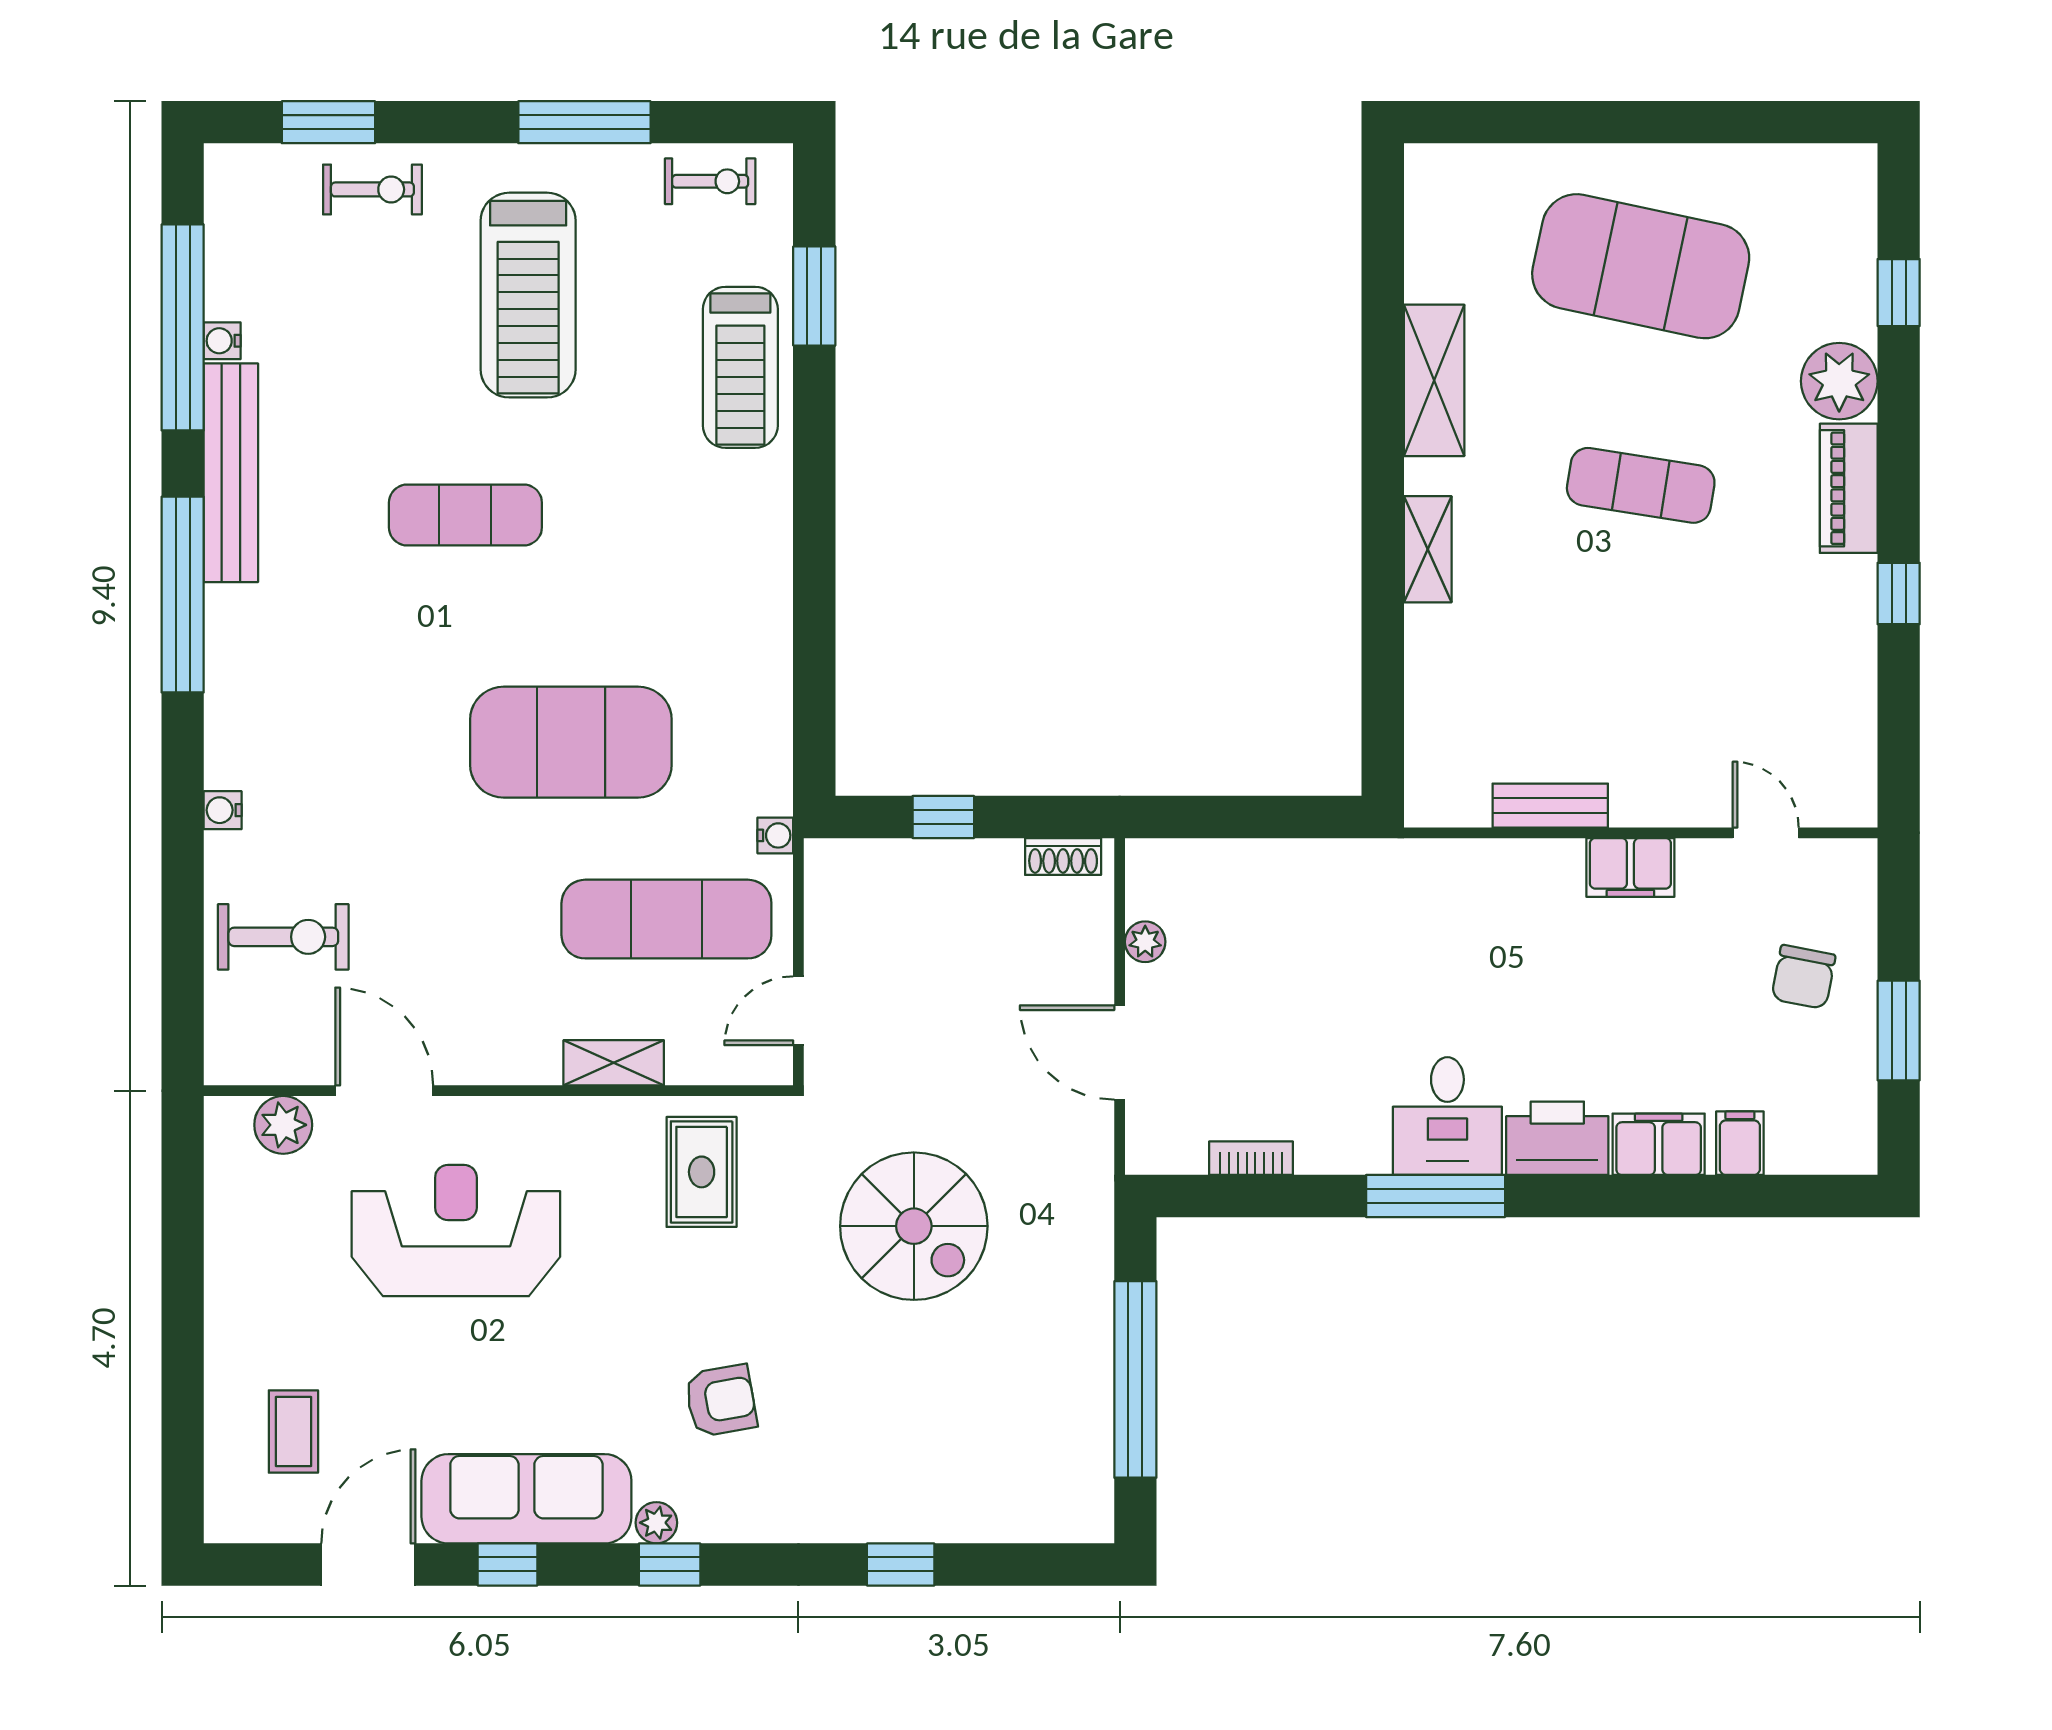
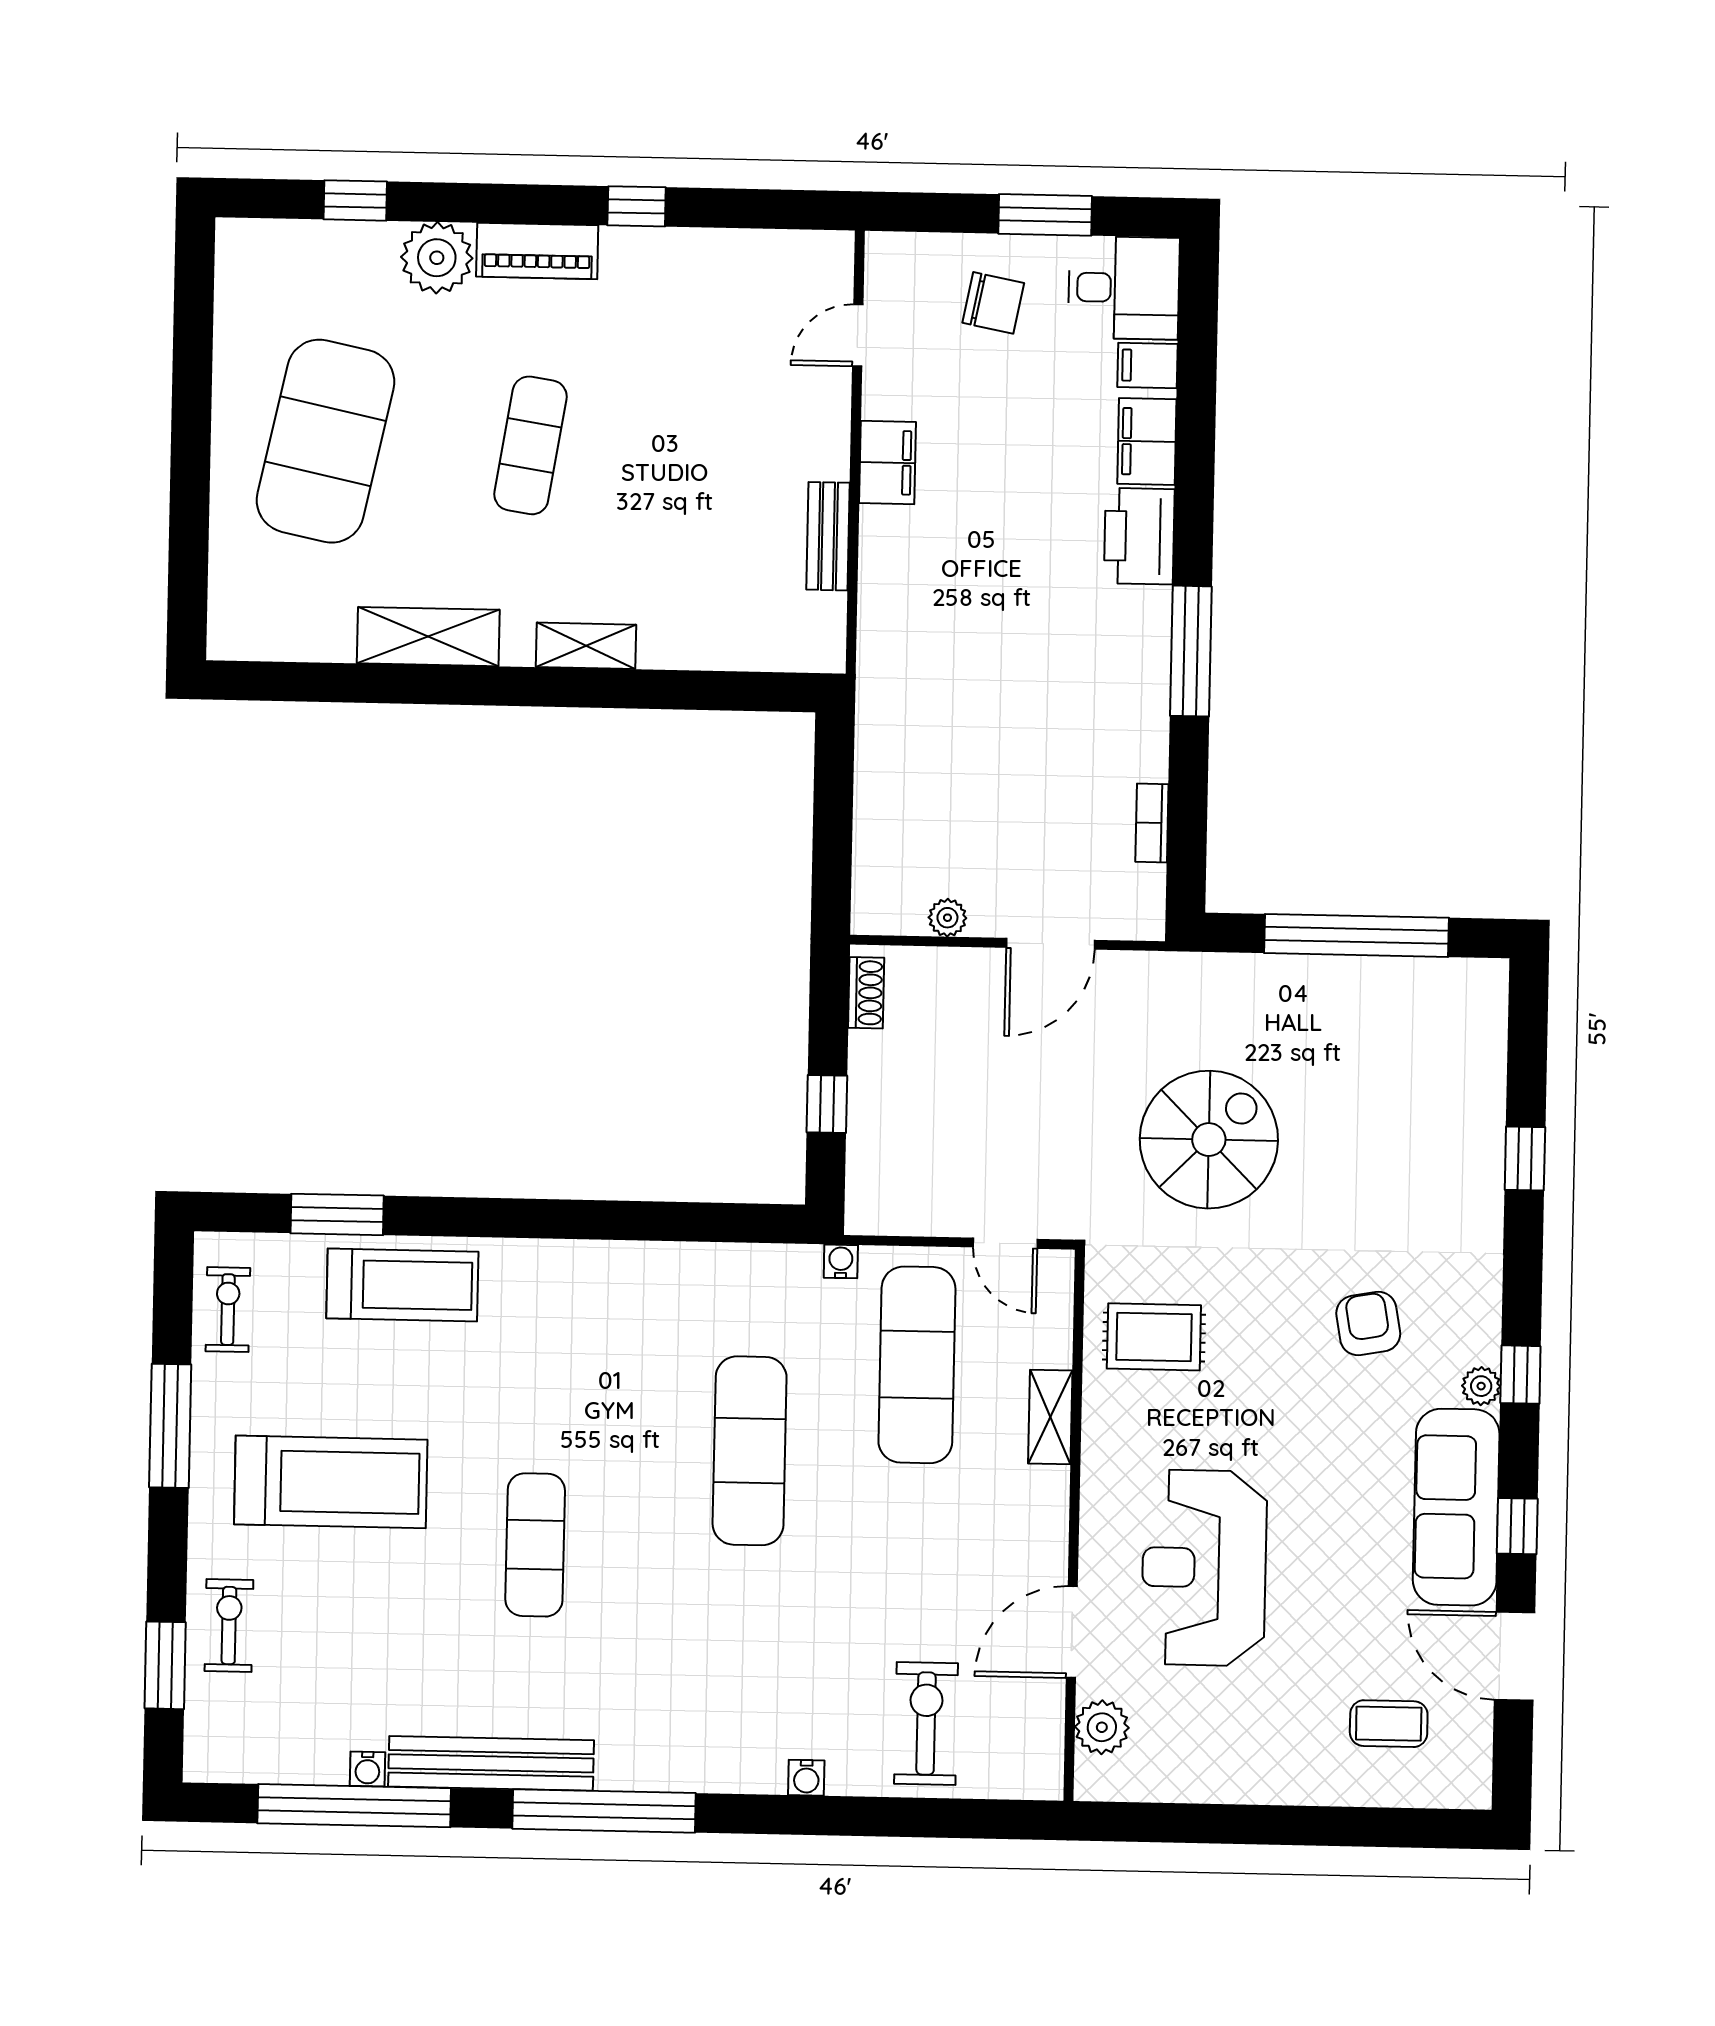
exercise mat: (571, 742) -> (750, 1451), width x0.68
desk: (1447, 1116) -> (1124, 288), moved

